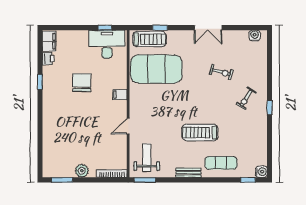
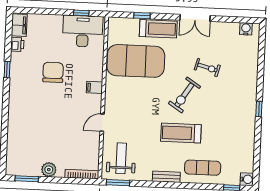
treadmill: (149, 39) -> (158, 29), moved
exercise bike: (246, 98) -> (184, 95), moved, width x1.38, depth x1.39

